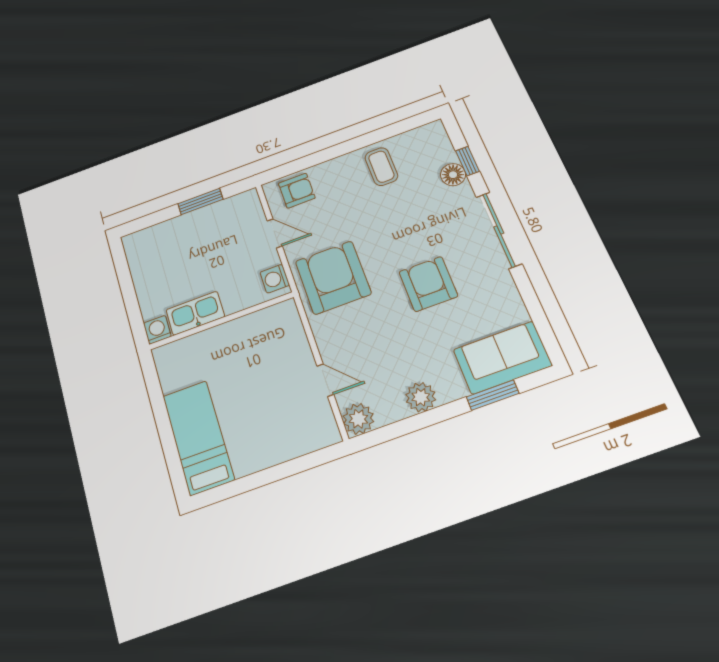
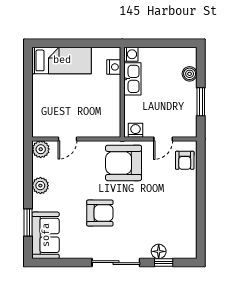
coffee table: (381, 167) -> (180, 214), removed
boiler: (163, 233) -> (190, 74), added
armchair: (333, 278) -> (124, 163), turned 180
nightstand: (185, 349) -> (114, 67), added

